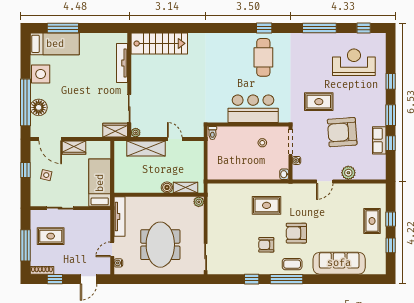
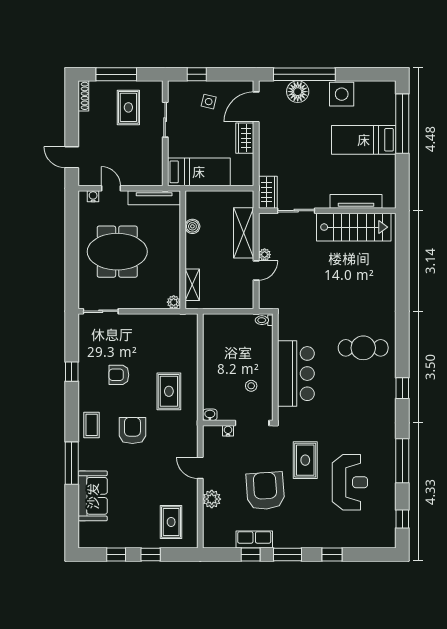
window: (63, 28) -> (402, 124), width x1.46
stairs: (159, 43) -> (354, 227), moved, turned -90
bed: (55, 44) -> (364, 140), moved, turned 90
cafe table: (263, 57) -> (363, 348), moved
reception desk: (354, 62) -> (350, 482), moved
plant: (136, 133) -> (265, 255), moved
window: (25, 170) -> (197, 74), moved
boiler: (167, 187) -> (192, 226), moved
rug: (372, 221) -> (171, 522), moved, turned 90
armchair: (266, 245) -> (119, 375), moved, turned -90
sofa: (339, 263) -> (93, 496), width x0.73
window: (55, 279) -> (72, 113), removed
window: (286, 279) -> (72, 463), moved

